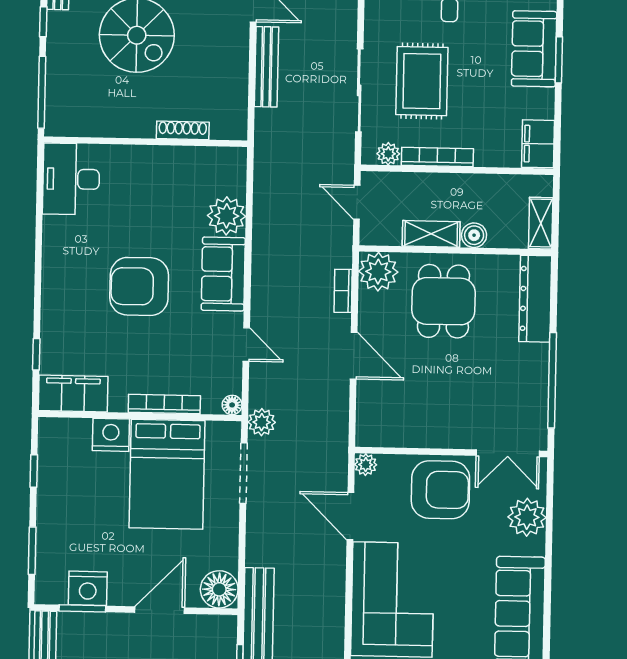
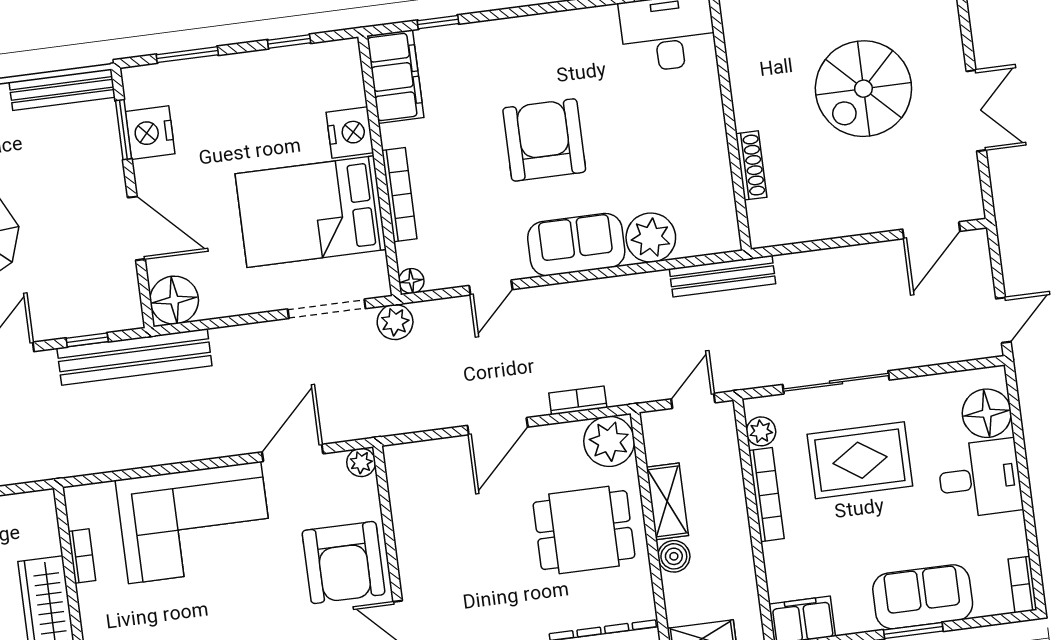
bench: (267, 67) -> (722, 276), moved

